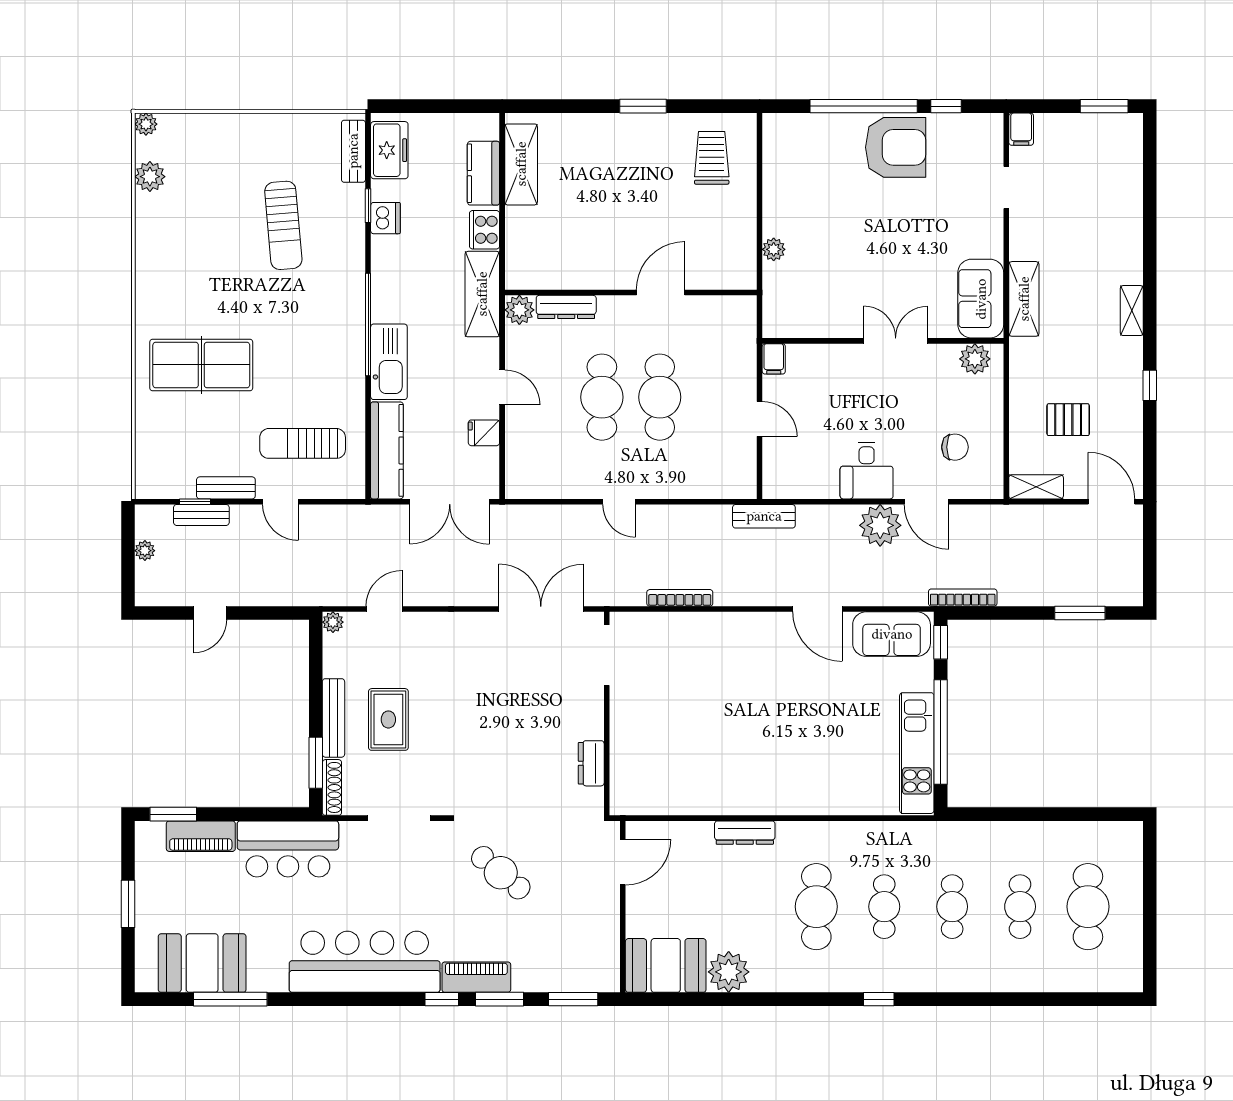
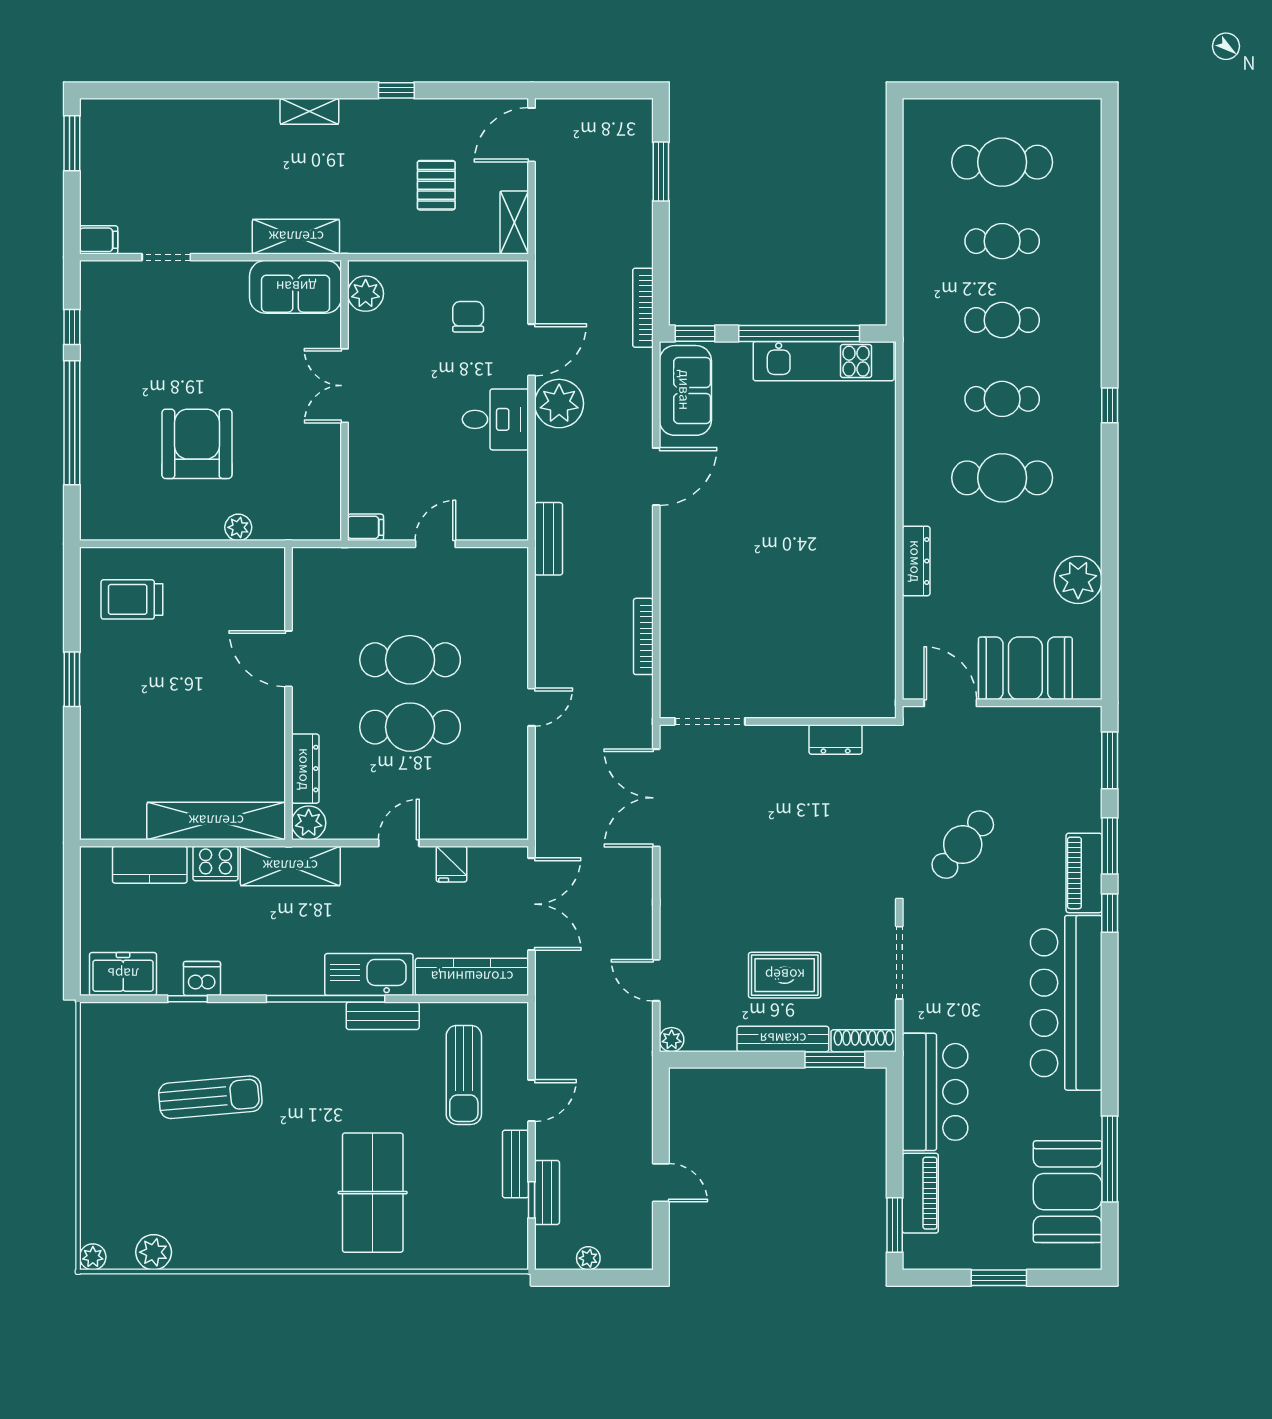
armchair: (896, 147) -> (197, 444), moved
bench: (353, 151) -> (383, 1016), moved
shelving: (521, 164) -> (216, 821), moved, width x1.47
booth: (666, 965) -> (1025, 668), moved, turned 90

